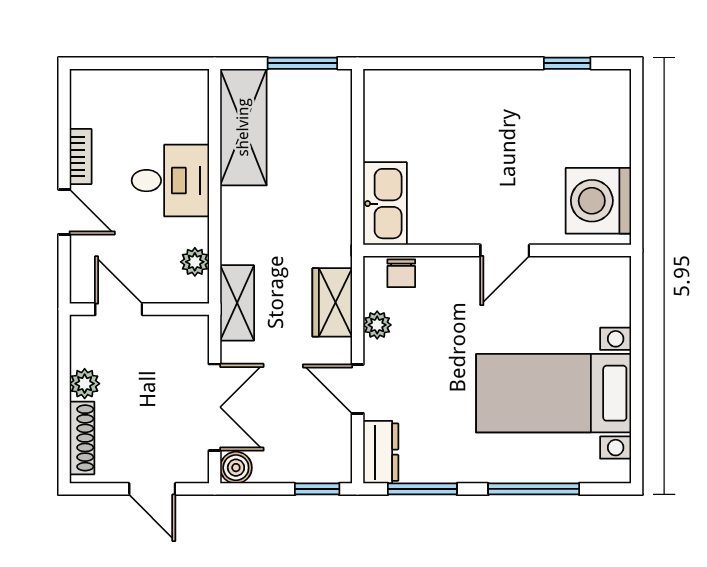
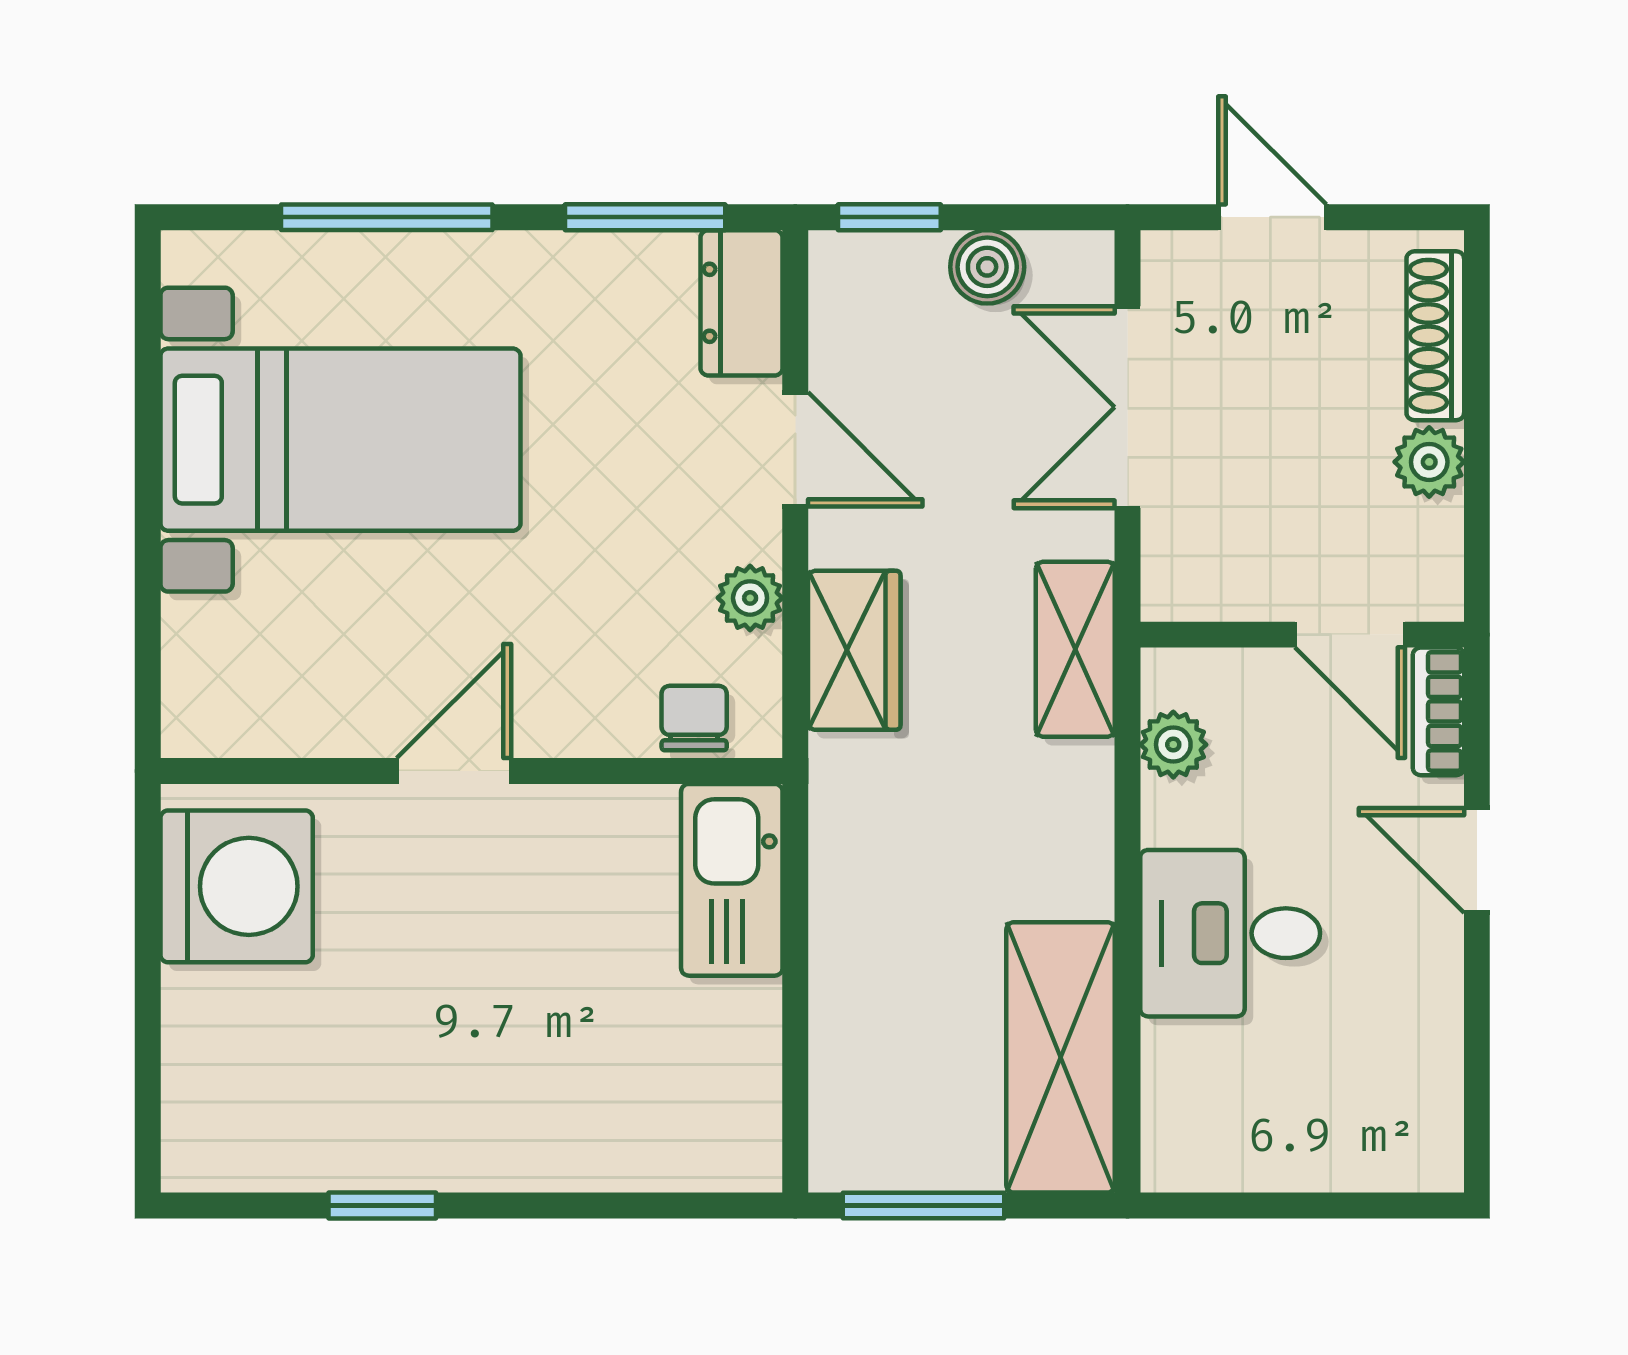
window: (567, 63) -> (382, 1206), moved
bookcase: (81, 157) -> (1438, 711), moved
boiler: (236, 468) -> (987, 267), moved

